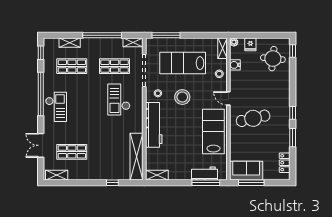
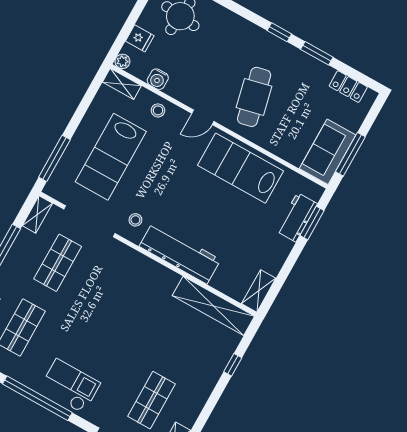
stool: (182, 97) -> (162, 186), removed
checkout: (119, 99) -> (112, 284), removed
window: (206, 183) -> (312, 223), width x0.69

